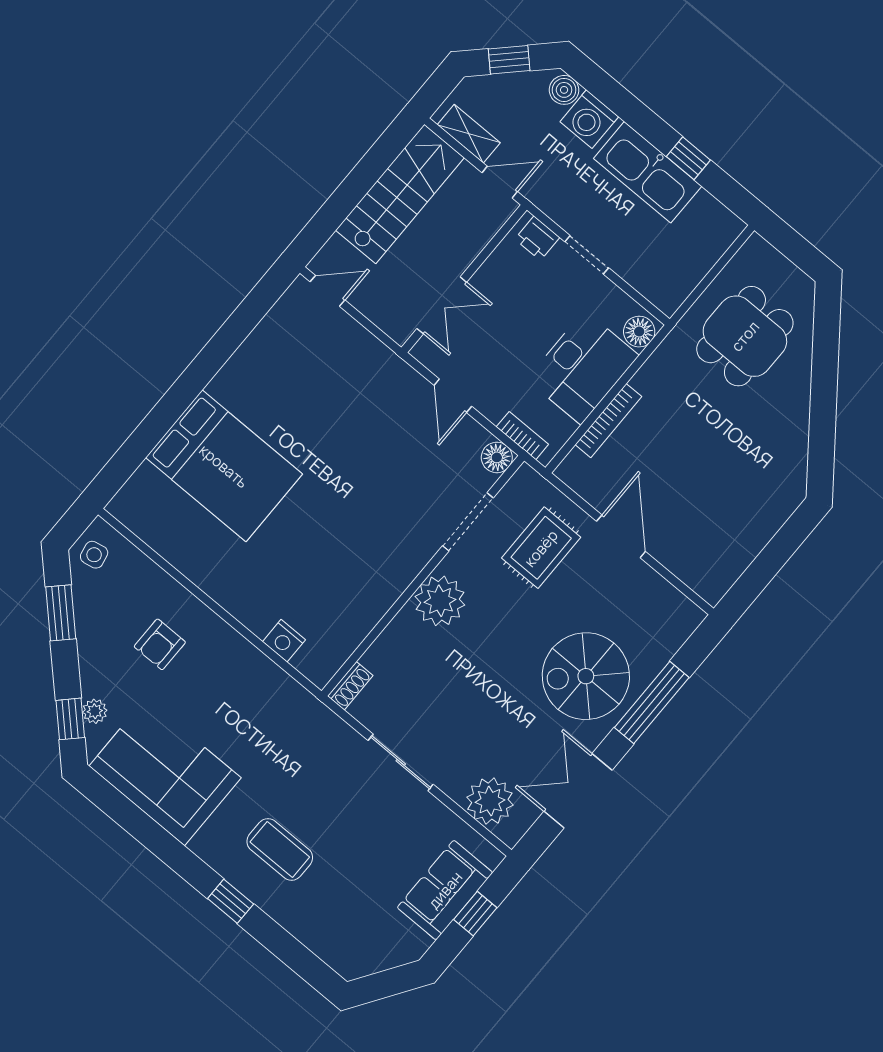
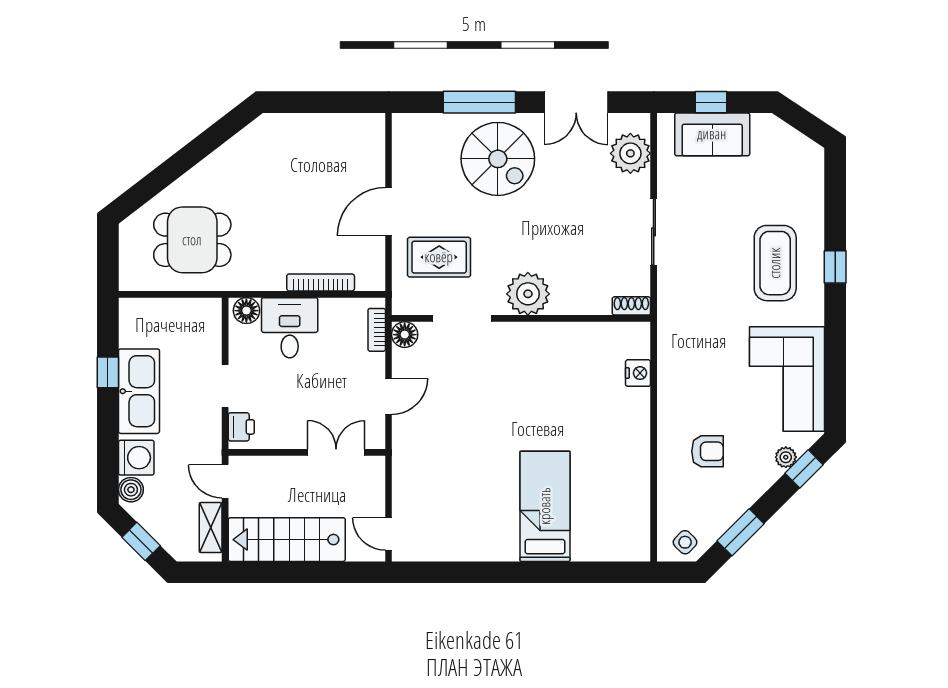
desk: (583, 367) -> (290, 328), width x0.73
bed: (224, 466) -> (545, 506), width x0.67
side table: (94, 555) -> (685, 542), turned -35
coffee table: (280, 849) -> (775, 263), width x1.36, depth x1.32

